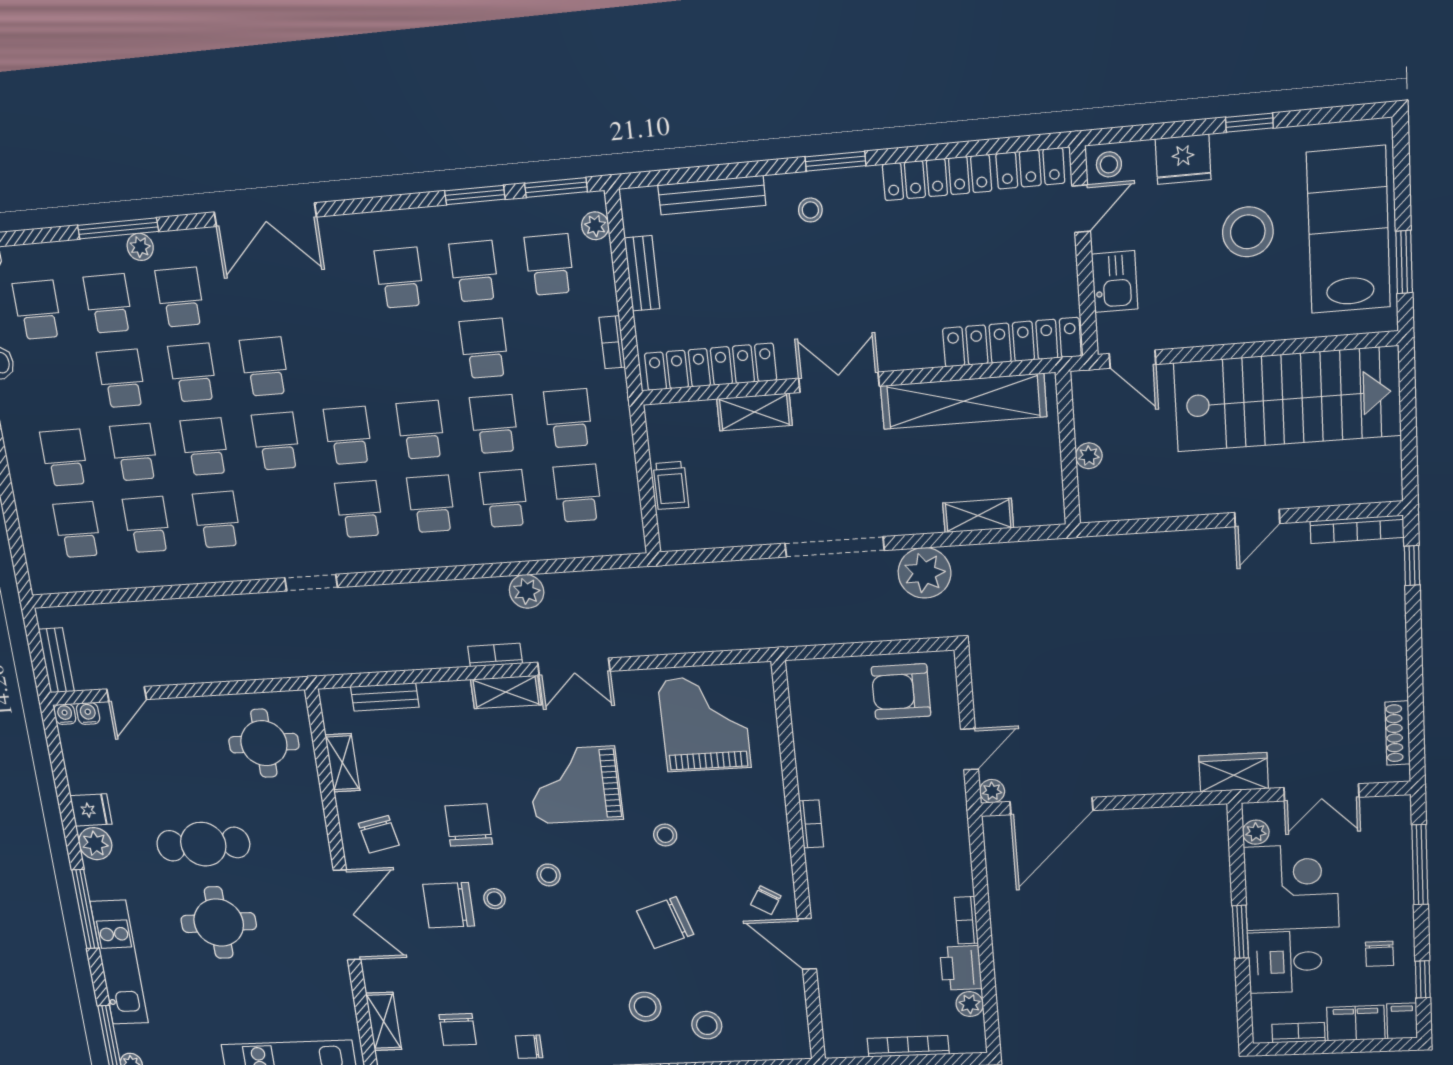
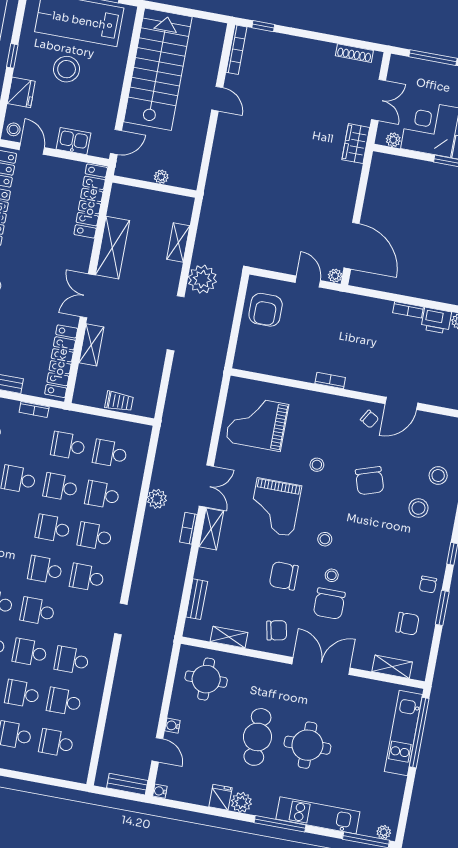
shelving: (963, 401) -> (112, 248), width x0.68
water cooler: (88, 713) -> (172, 726), moved

